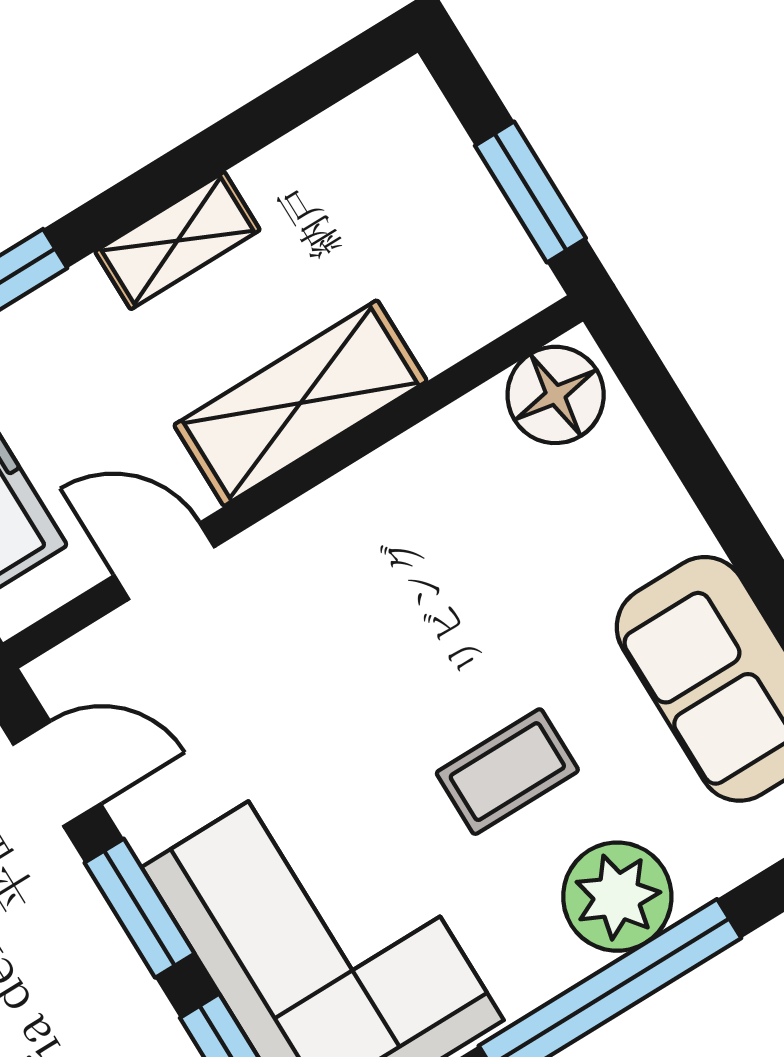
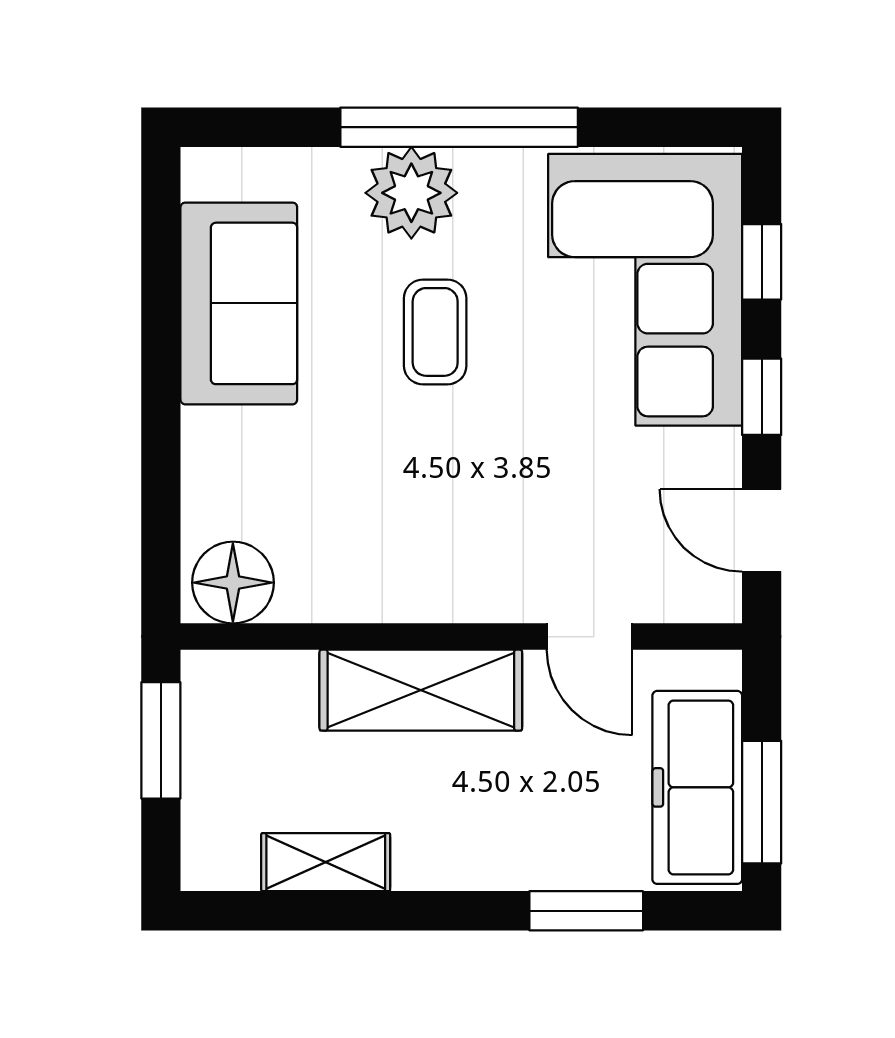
shelving: (177, 241) -> (326, 862), moved
coffee table: (507, 772) -> (435, 332), turned 90
window: (139, 908) -> (762, 397), width x0.67

